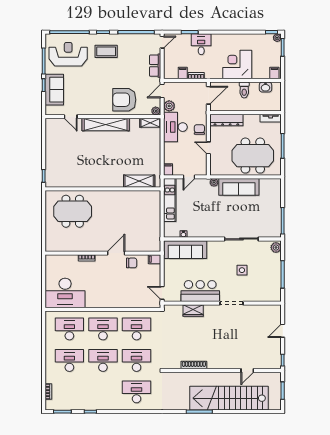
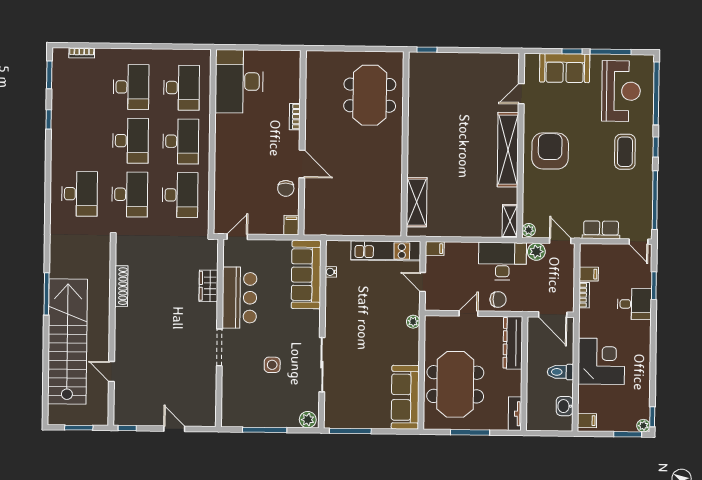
armchair: (124, 100) -> (550, 151), moved
sofa: (239, 187) -> (405, 397), moved

